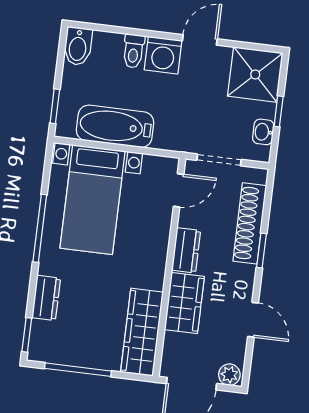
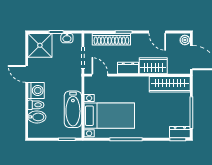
bidet: (78, 46) -> (37, 117), moved
dresser: (46, 298) -> (180, 132), moved
door: (253, 320) -> (157, 32), swing flipped

